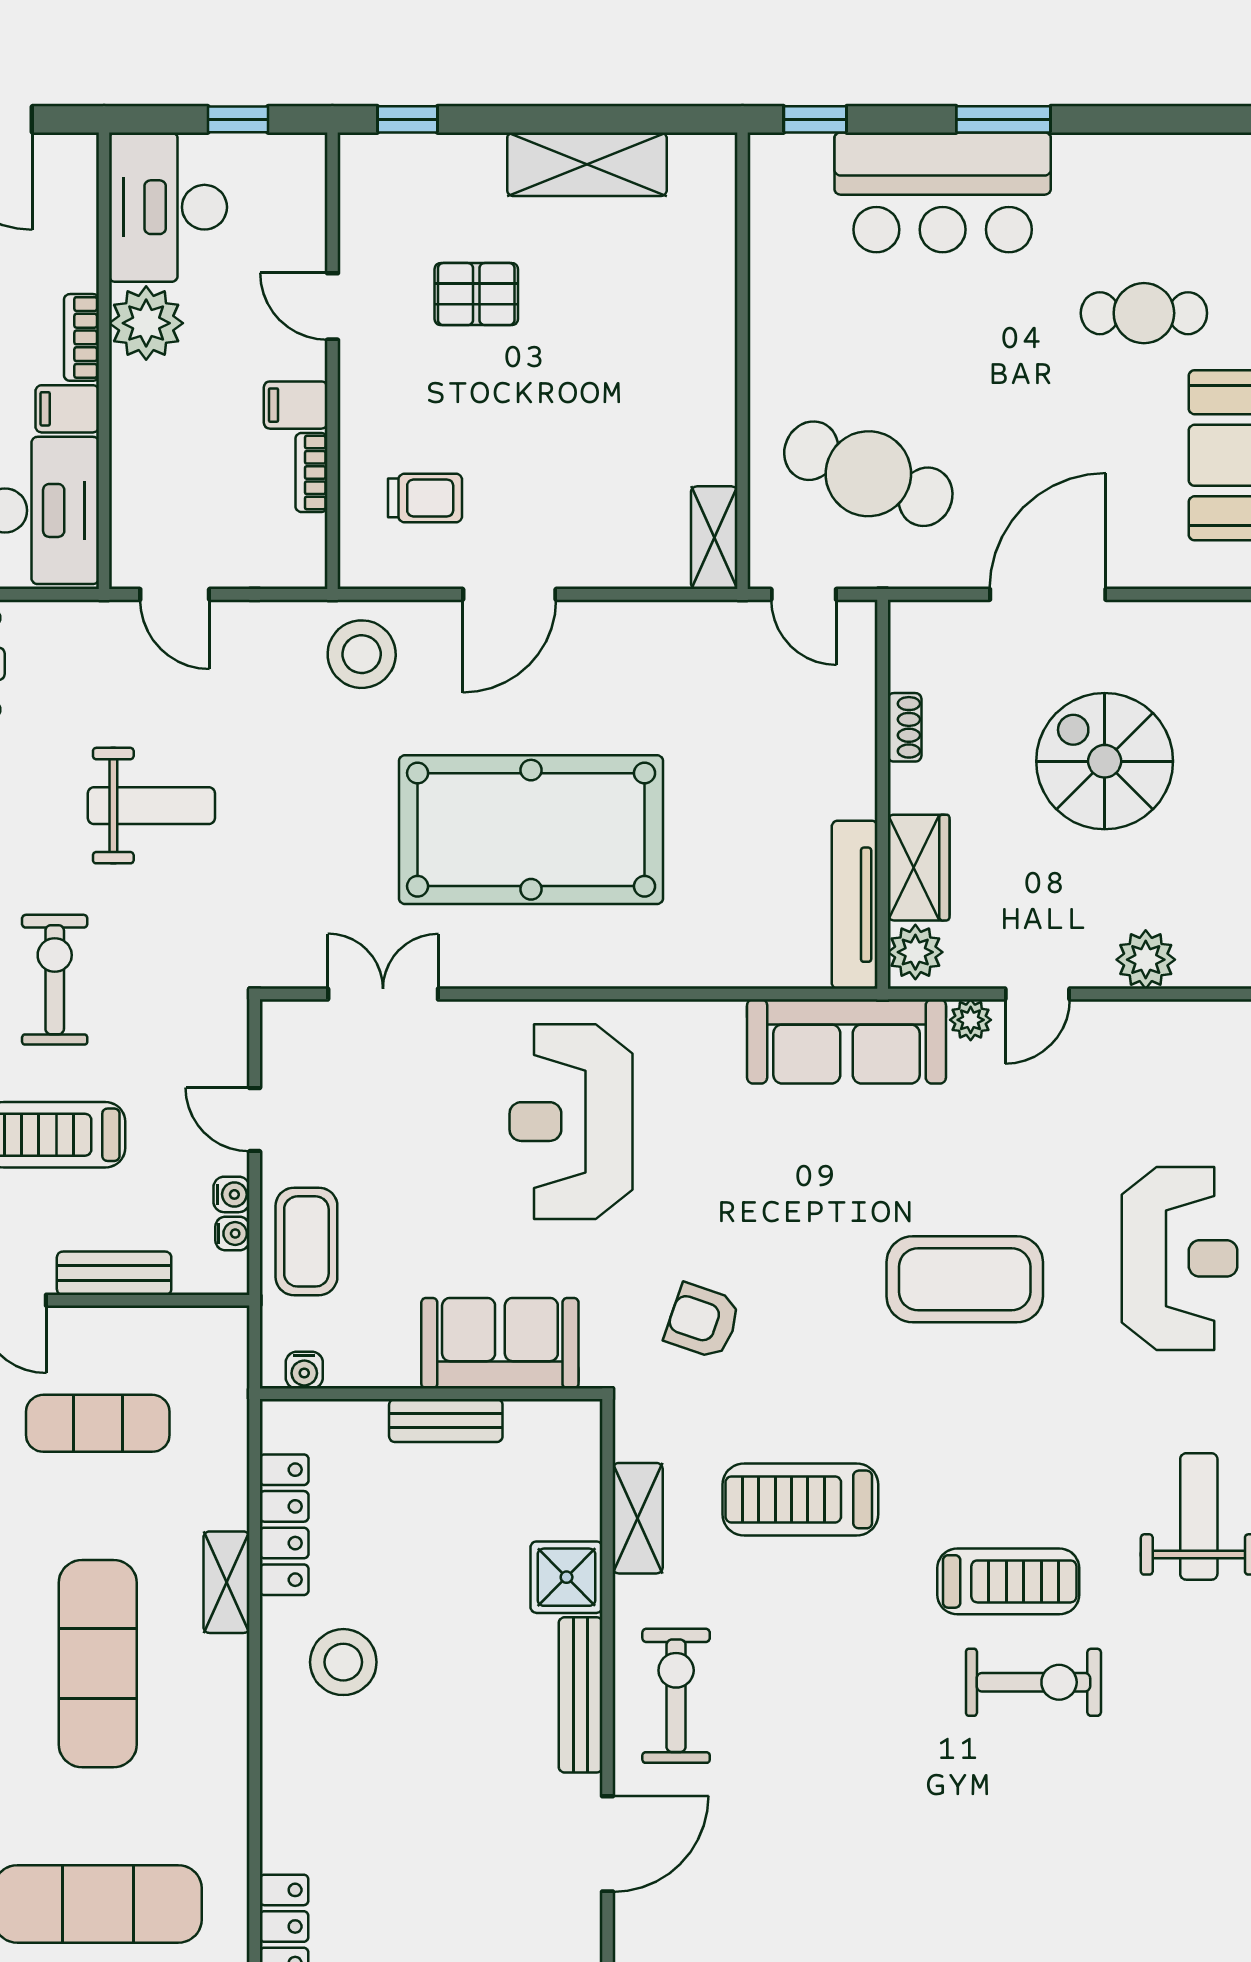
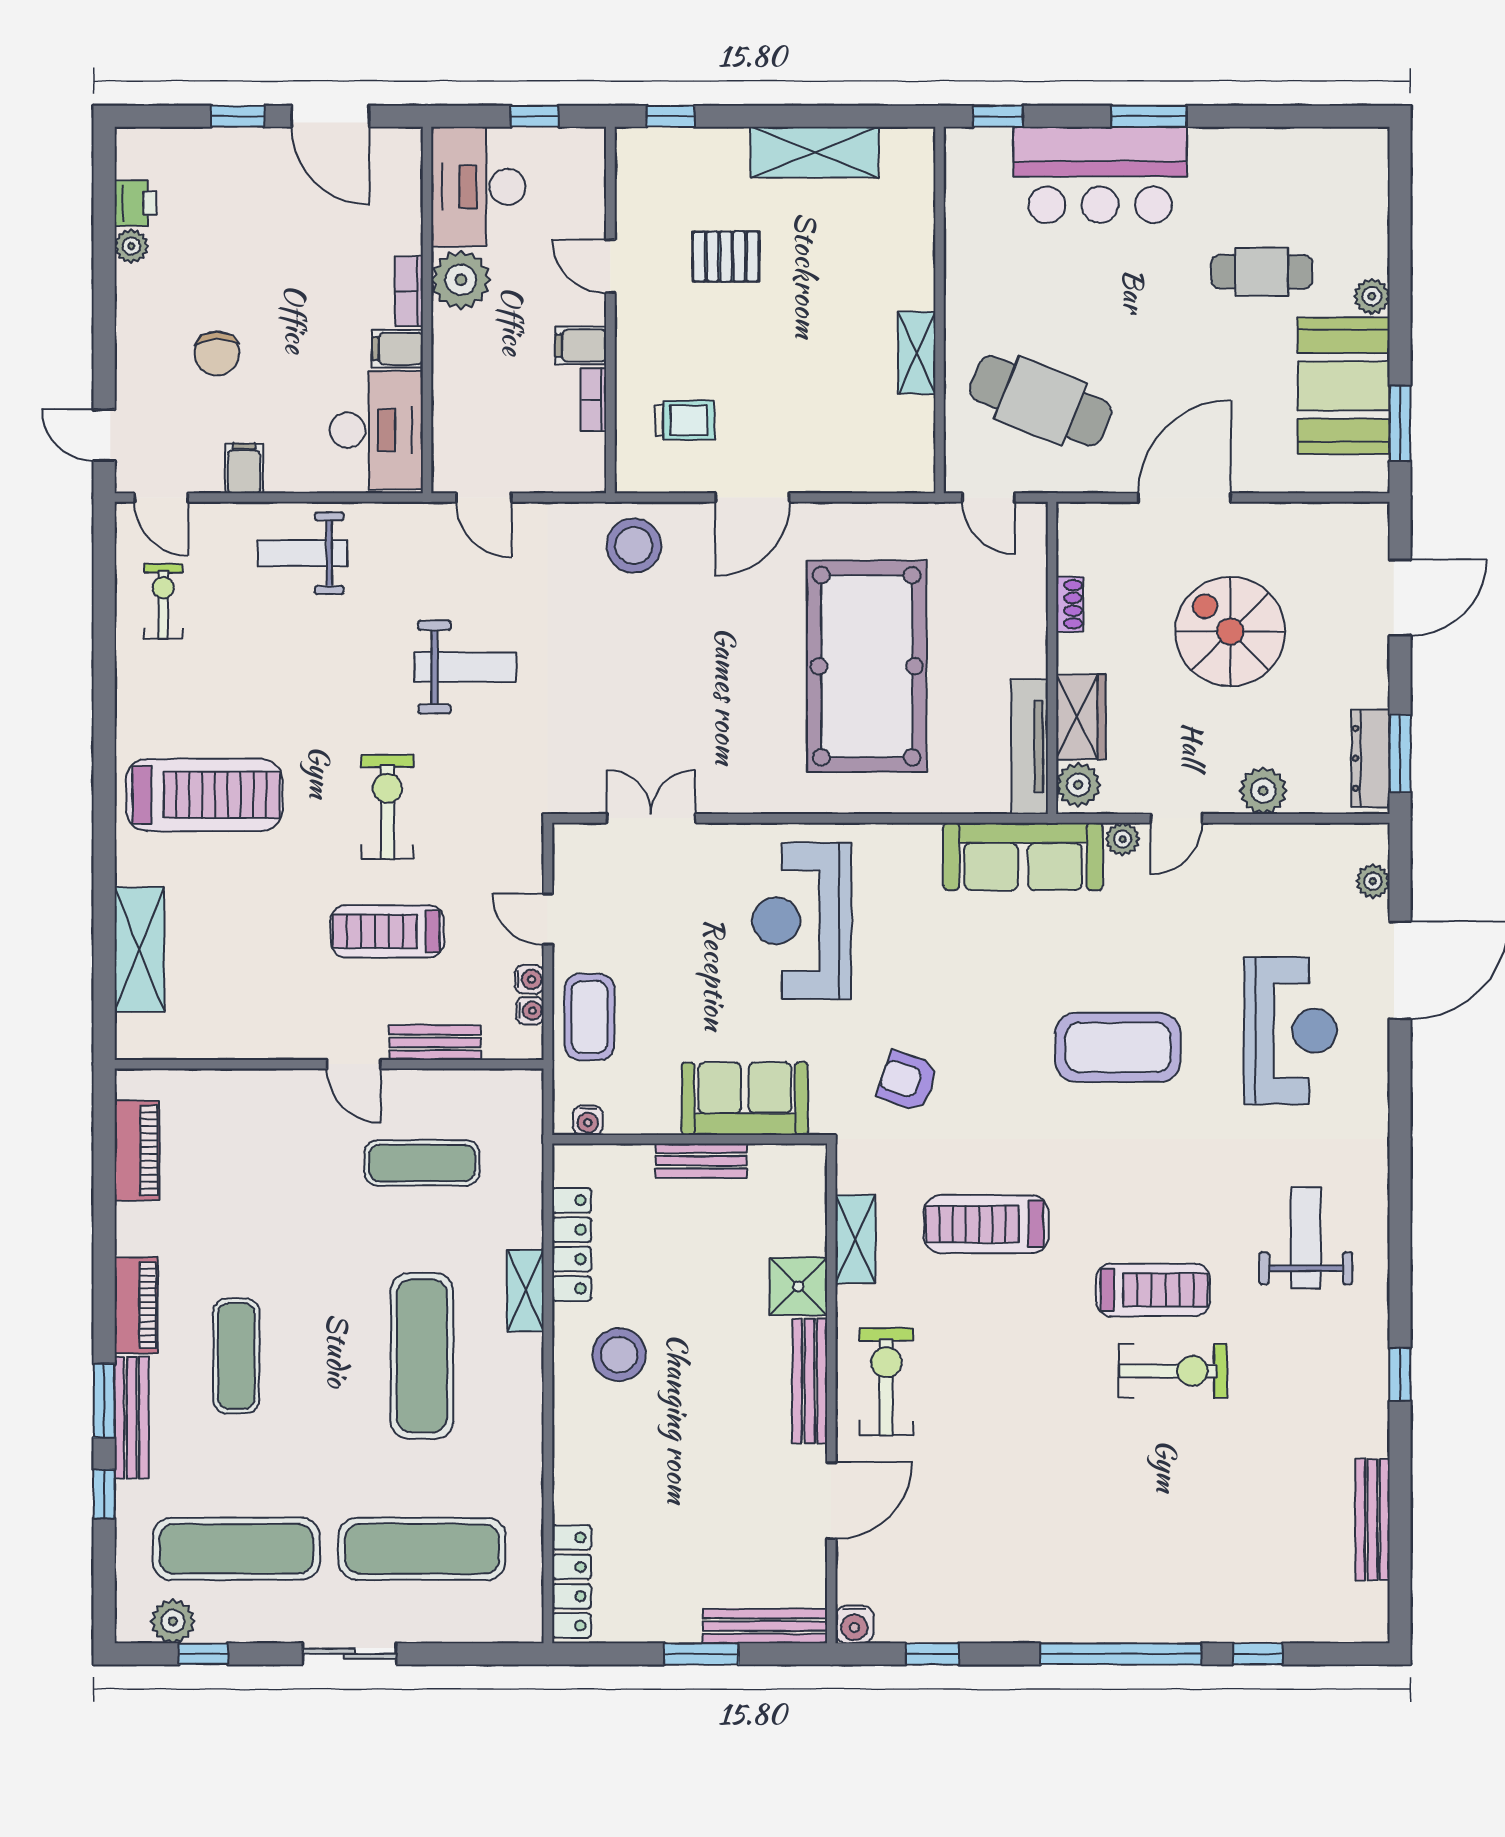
shelving: (714, 538) -> (917, 353), moved
pool table: (531, 830) -> (867, 666), moved, turned 90

